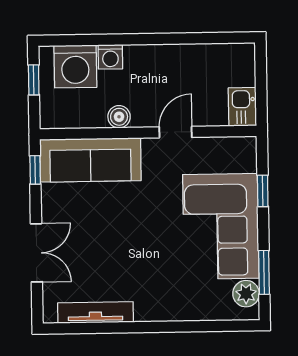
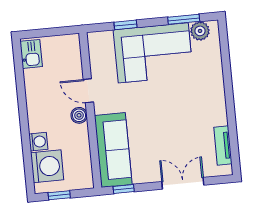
kitchen sink: (242, 107) -> (31, 54), moved, turned -90
boiler: (119, 117) -> (79, 115), moved
tv unit: (95, 313) -> (223, 145), width x0.71

